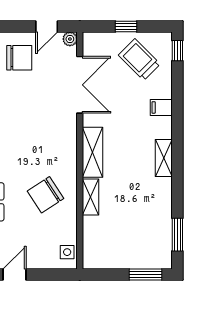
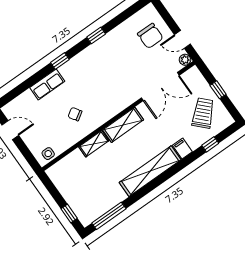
window: (177, 51) -> (210, 144), moved
shelving: (164, 158) -> (150, 171), width x2.20, depth x1.33
chair: (46, 195) -> (75, 114), width x0.54, depth x0.54
window: (177, 235) -> (109, 216), width x1.44
window: (146, 275) -> (69, 214), width x0.67

